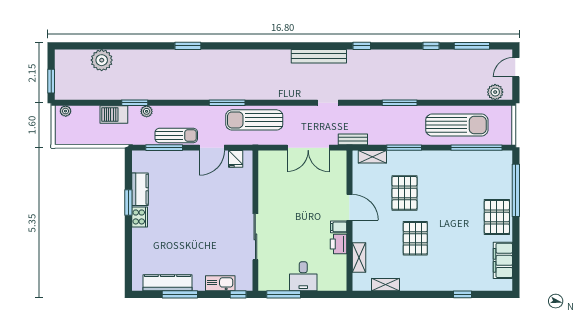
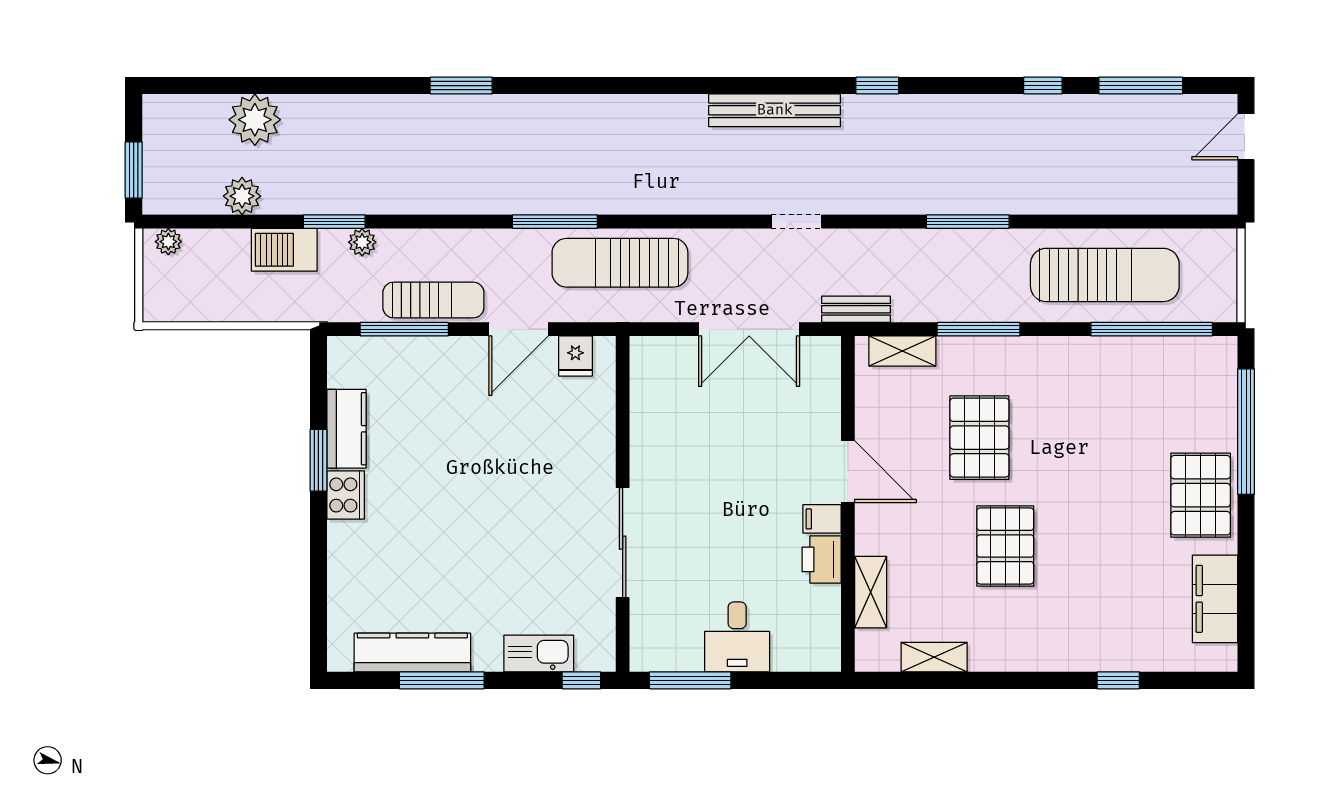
plant: (495, 92) -> (242, 196), moved

